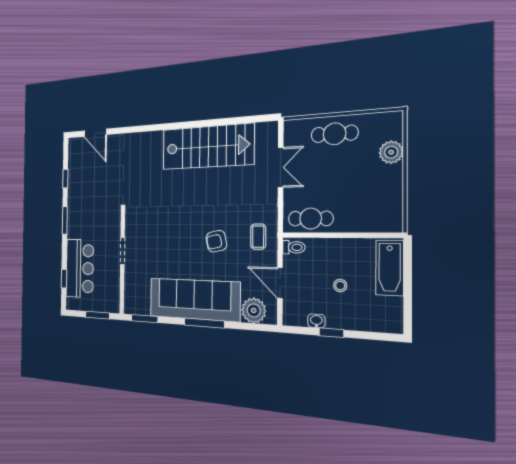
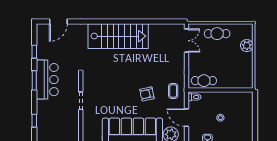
door: (95, 133) -> (58, 21), hinge flipped
stairs: (207, 147) -> (118, 36), moved
double door: (281, 168) -> (186, 41), moved
bar counter: (80, 268) -> (47, 80), moved
bathtub: (390, 268) -> (246, 107), removed

